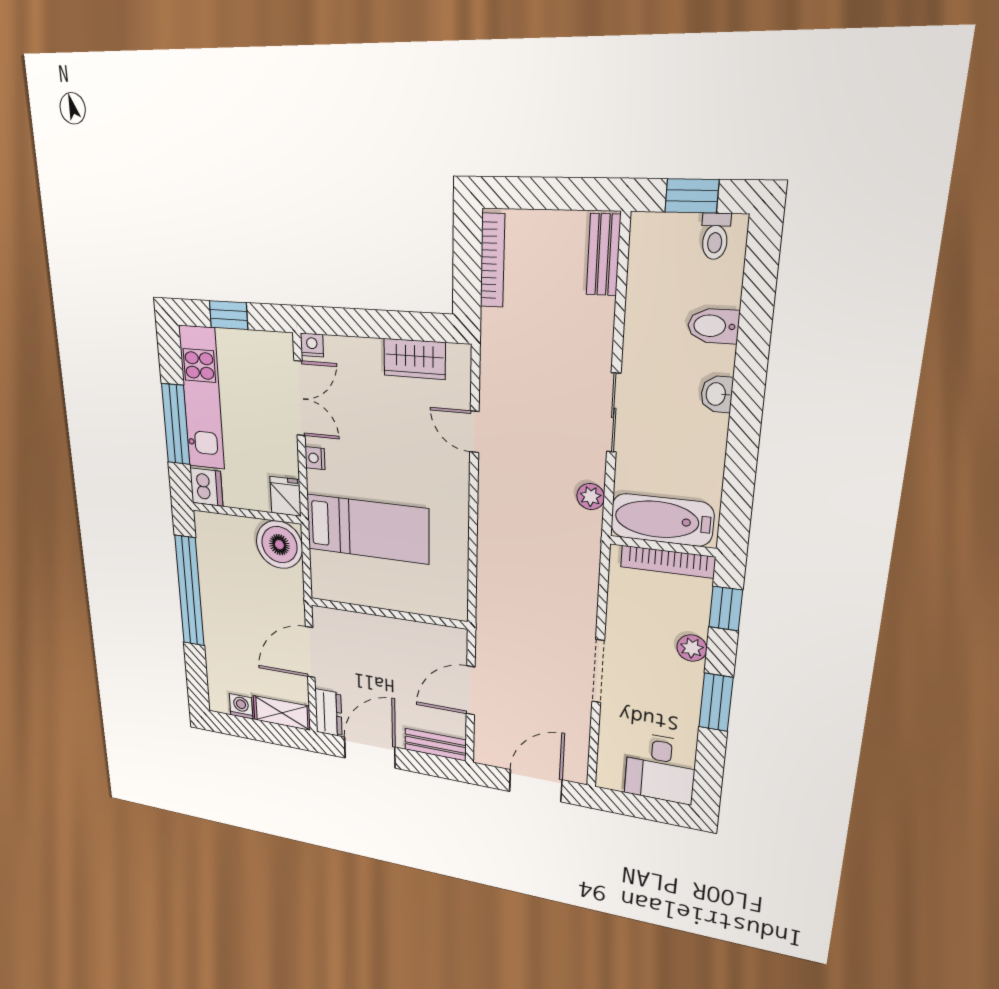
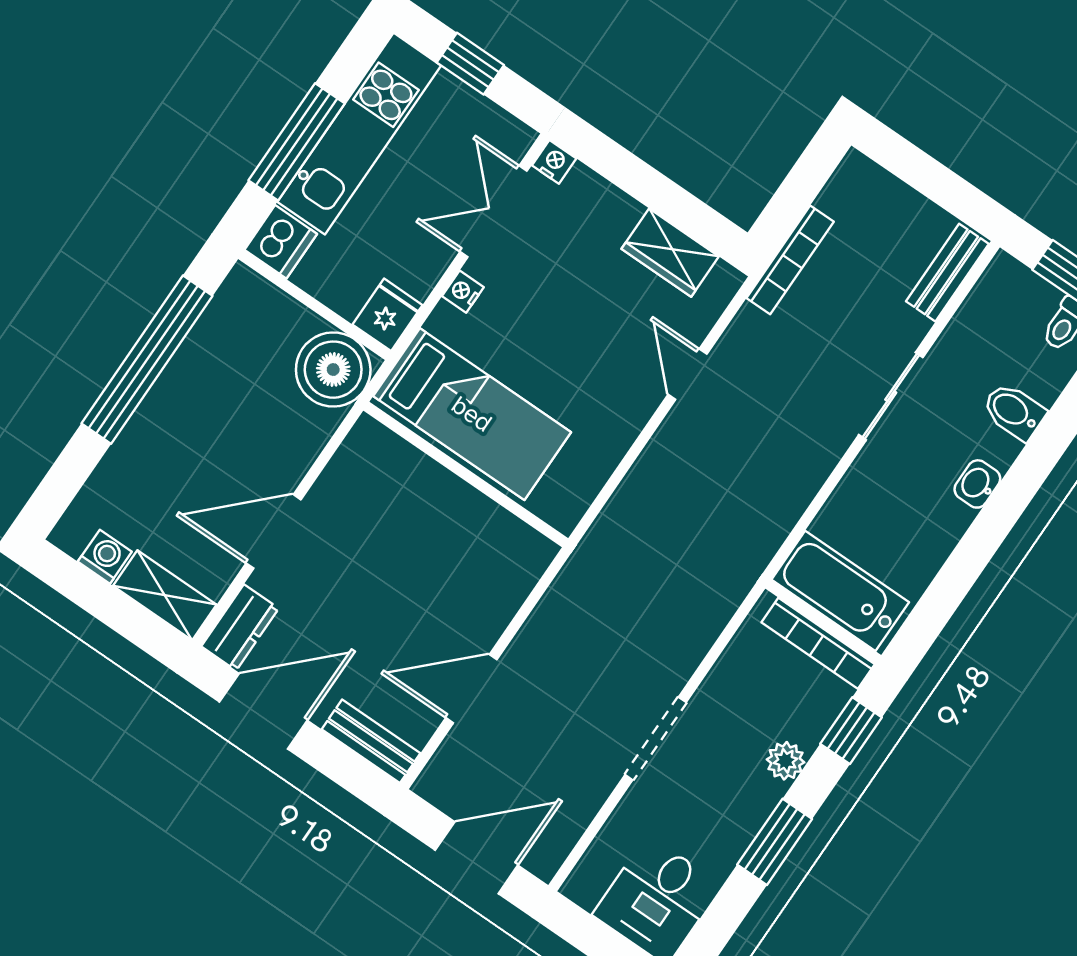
bookcase: (492, 260) -> (790, 260), moved
double door: (300, 398) -> (494, 211), swing flipped
sliding door: (614, 413) -> (891, 396), moved
plant: (591, 497) -> (776, 522), removed
wall: (388, 613) -> (466, 474), moved

